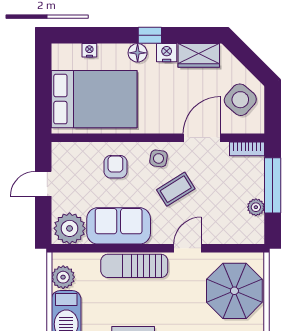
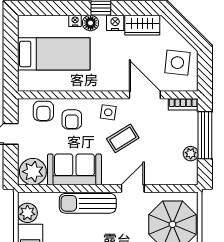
nightstand: (89, 50) -> (75, 21), moved
bed: (94, 99) -> (54, 54), width x0.67
side table: (240, 100) -> (177, 63), turned -35
door: (202, 138) -> (145, 95), hinge flipped
armchair: (82, 157) -> (43, 111), added
armchair: (115, 167) -> (72, 119), turned 180

